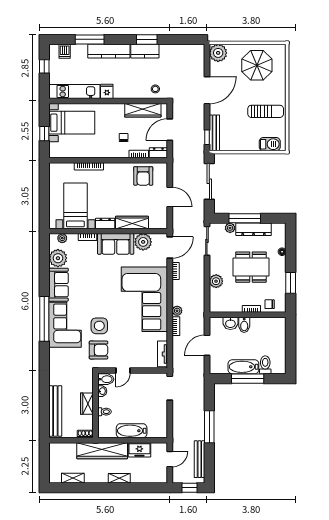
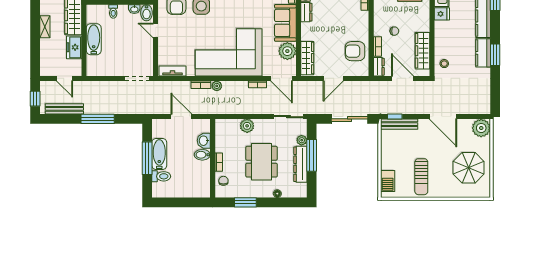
wardrobe: (132, 222) -> (307, 58), moved

